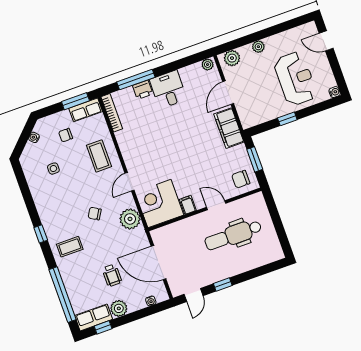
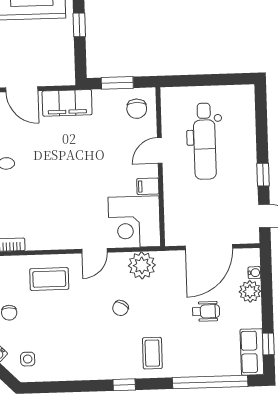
side table: (53, 169) -> (28, 359), moved
door: (130, 182) -> (94, 251), hinge flipped
plant: (119, 308) -> (250, 291), moved

